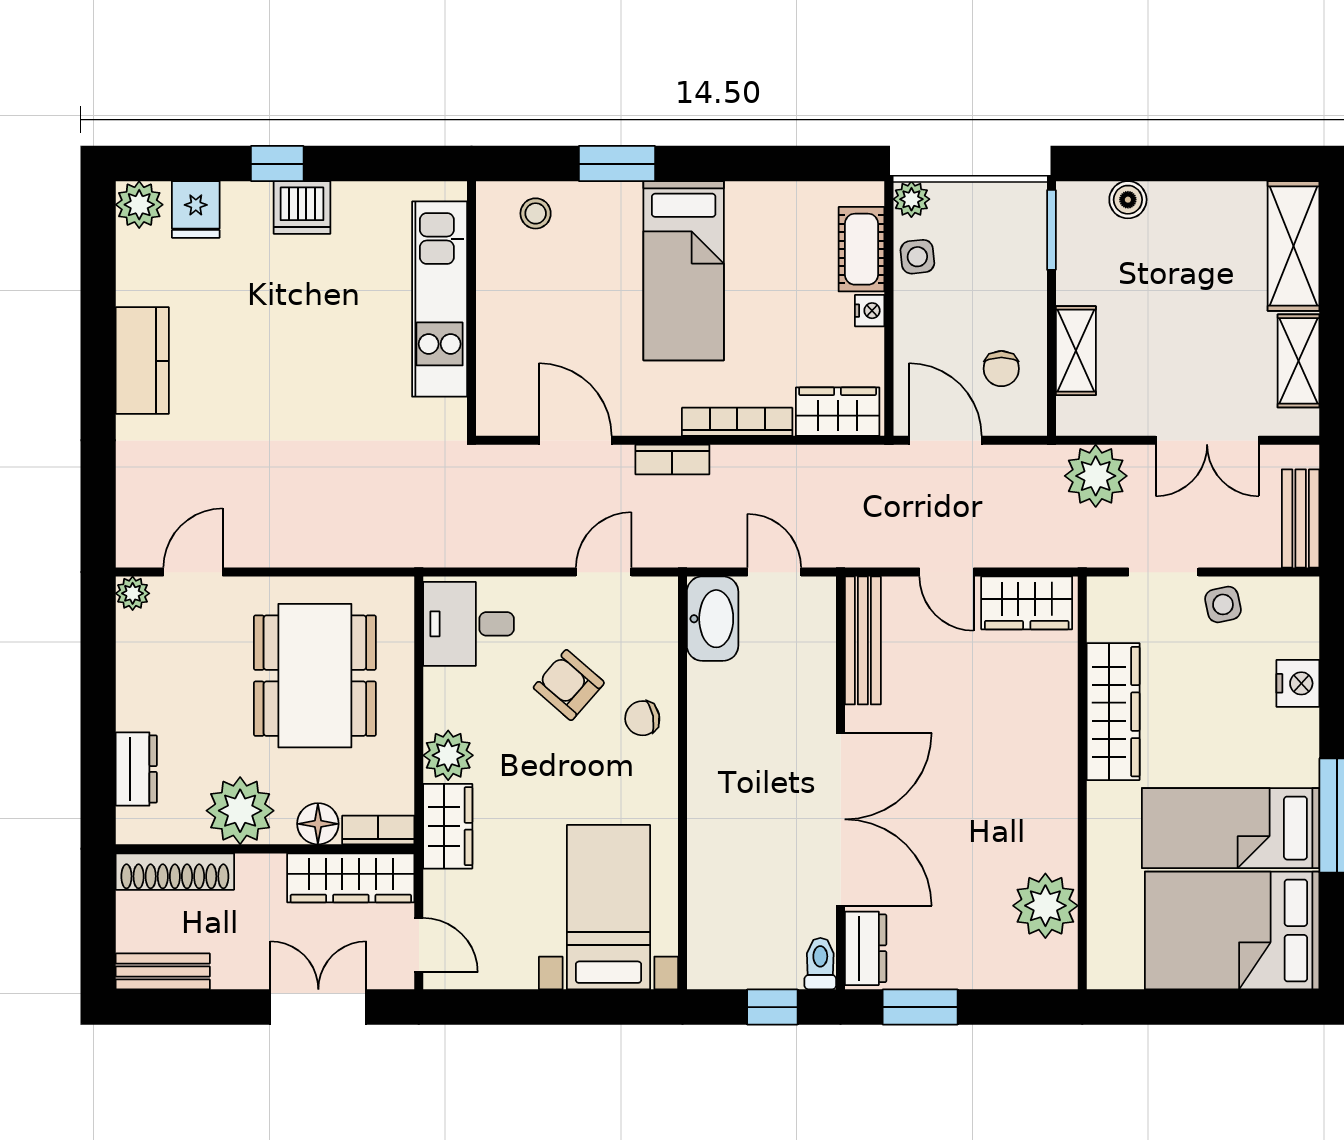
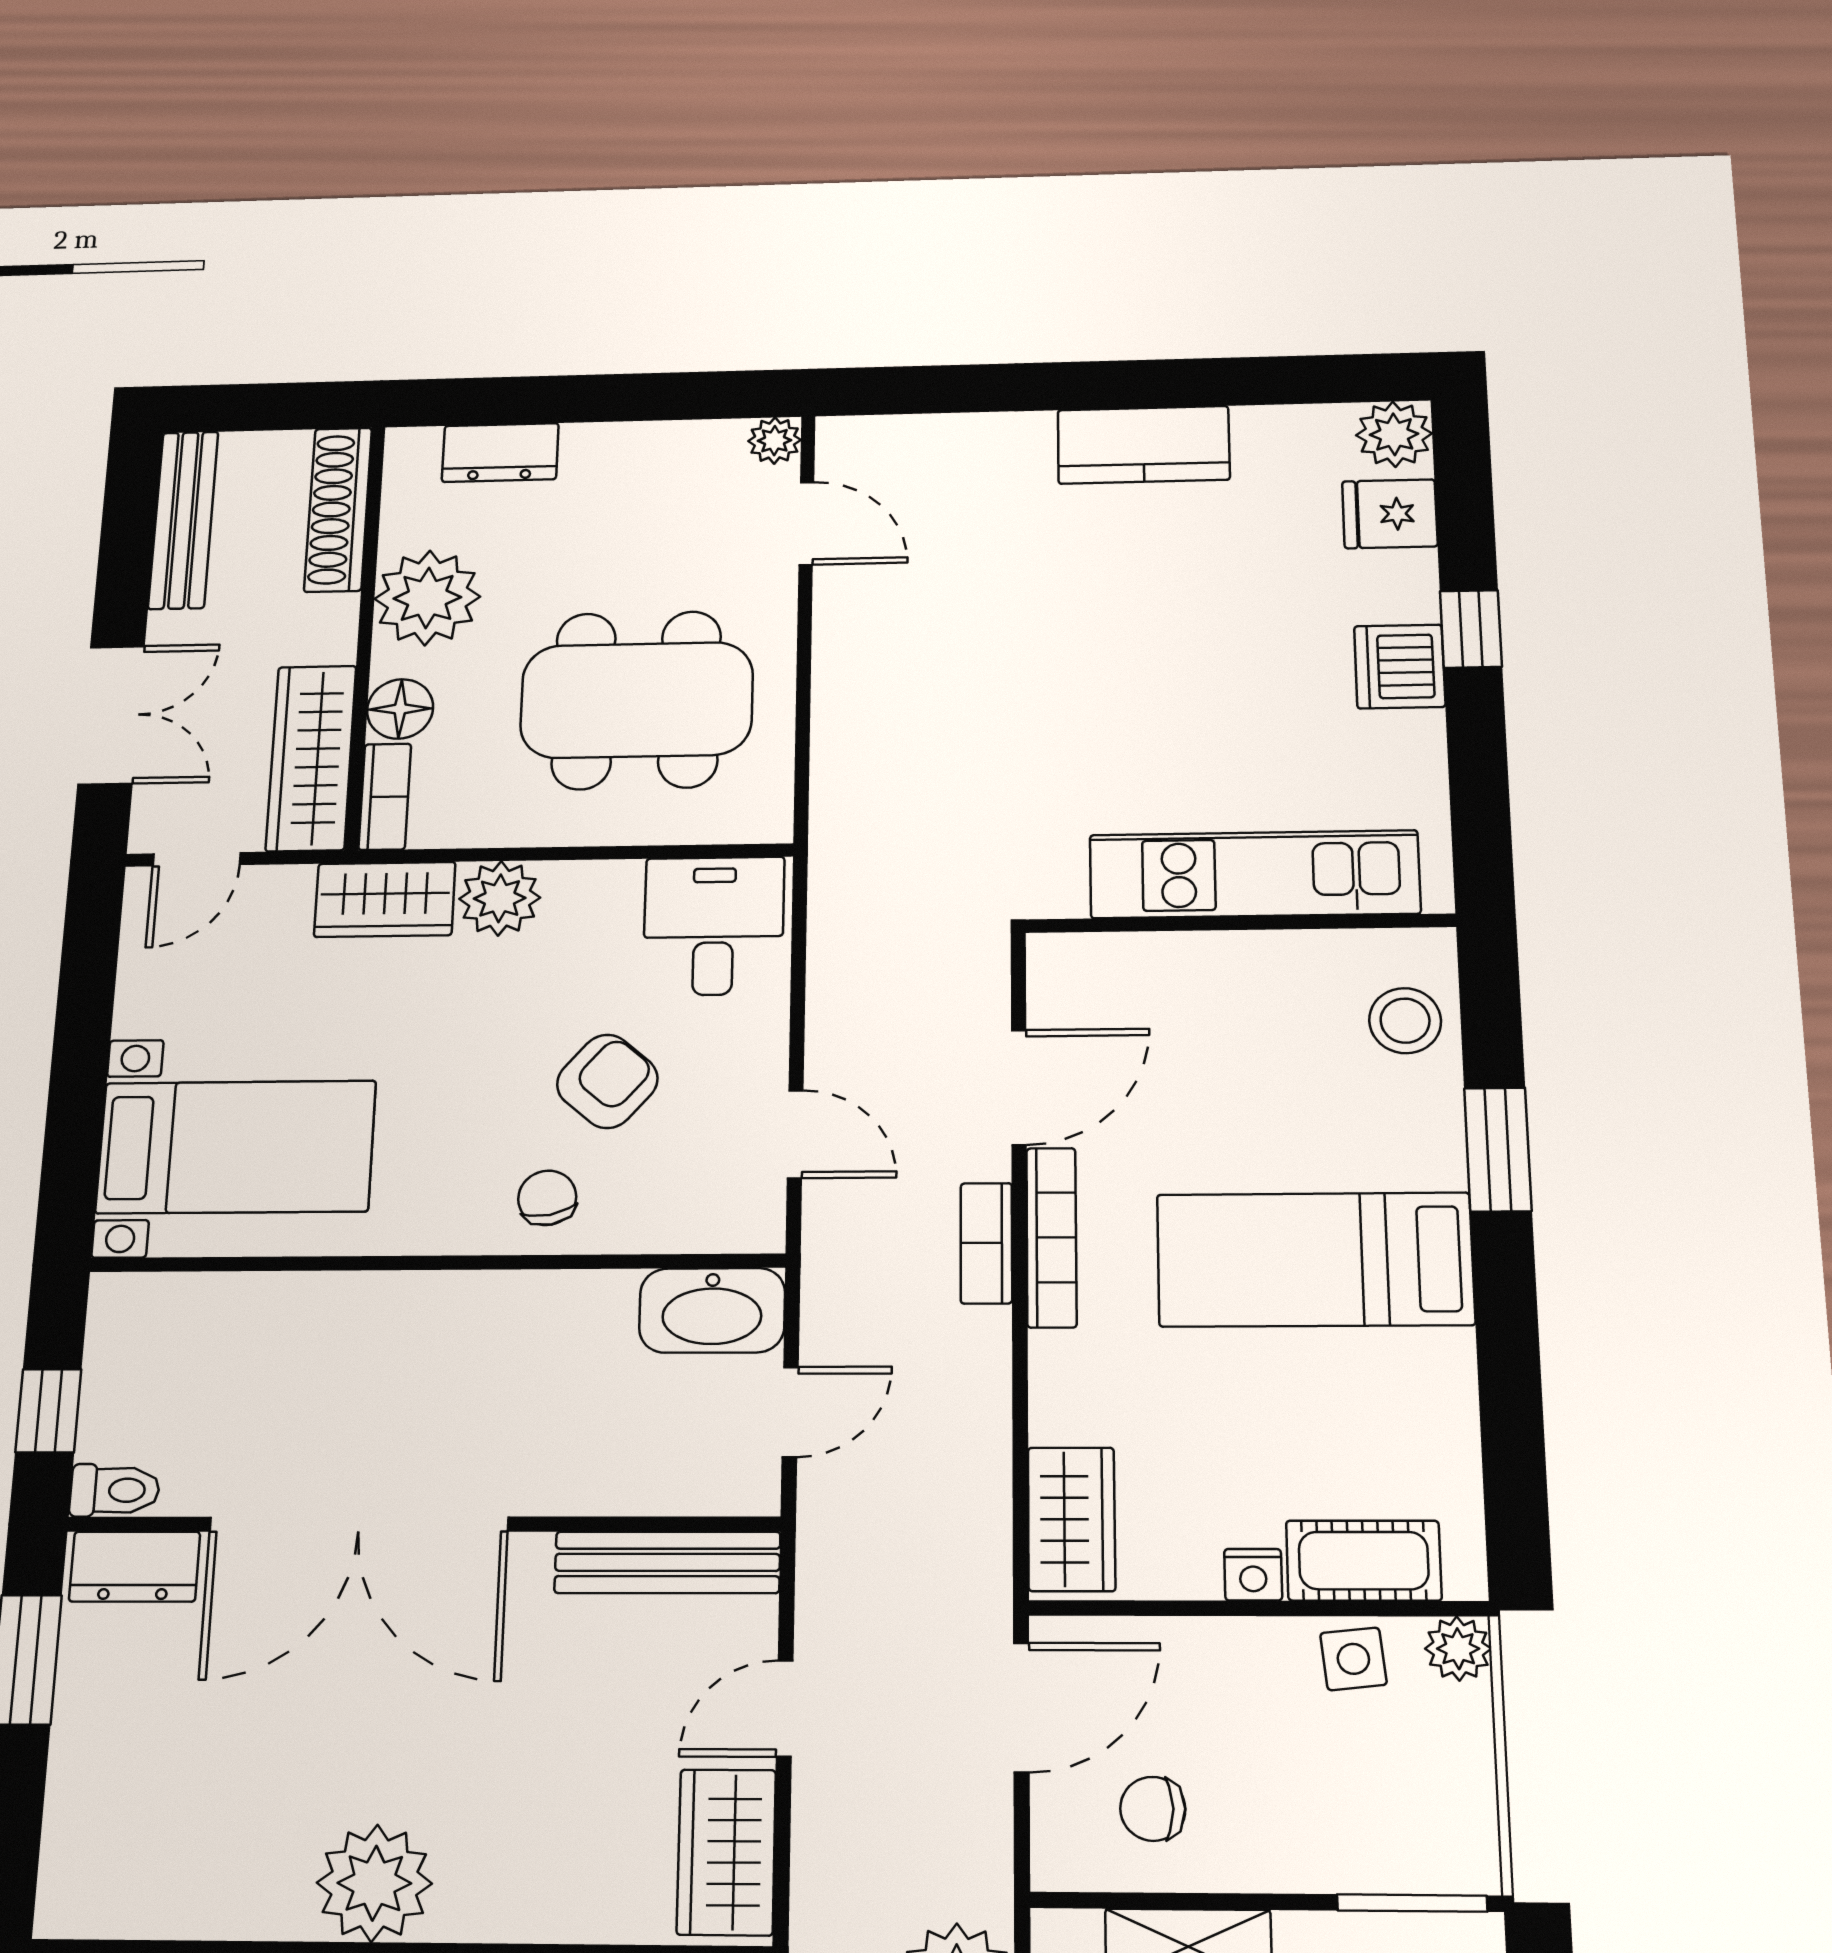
stool: (536, 213) -> (1405, 1021), width x1.37, depth x1.37
bookcase: (737, 422) -> (1051, 1237), moved
plant: (1045, 906) -> (374, 1883), moved
bench: (163, 971) -> (183, 520), width x1.36

